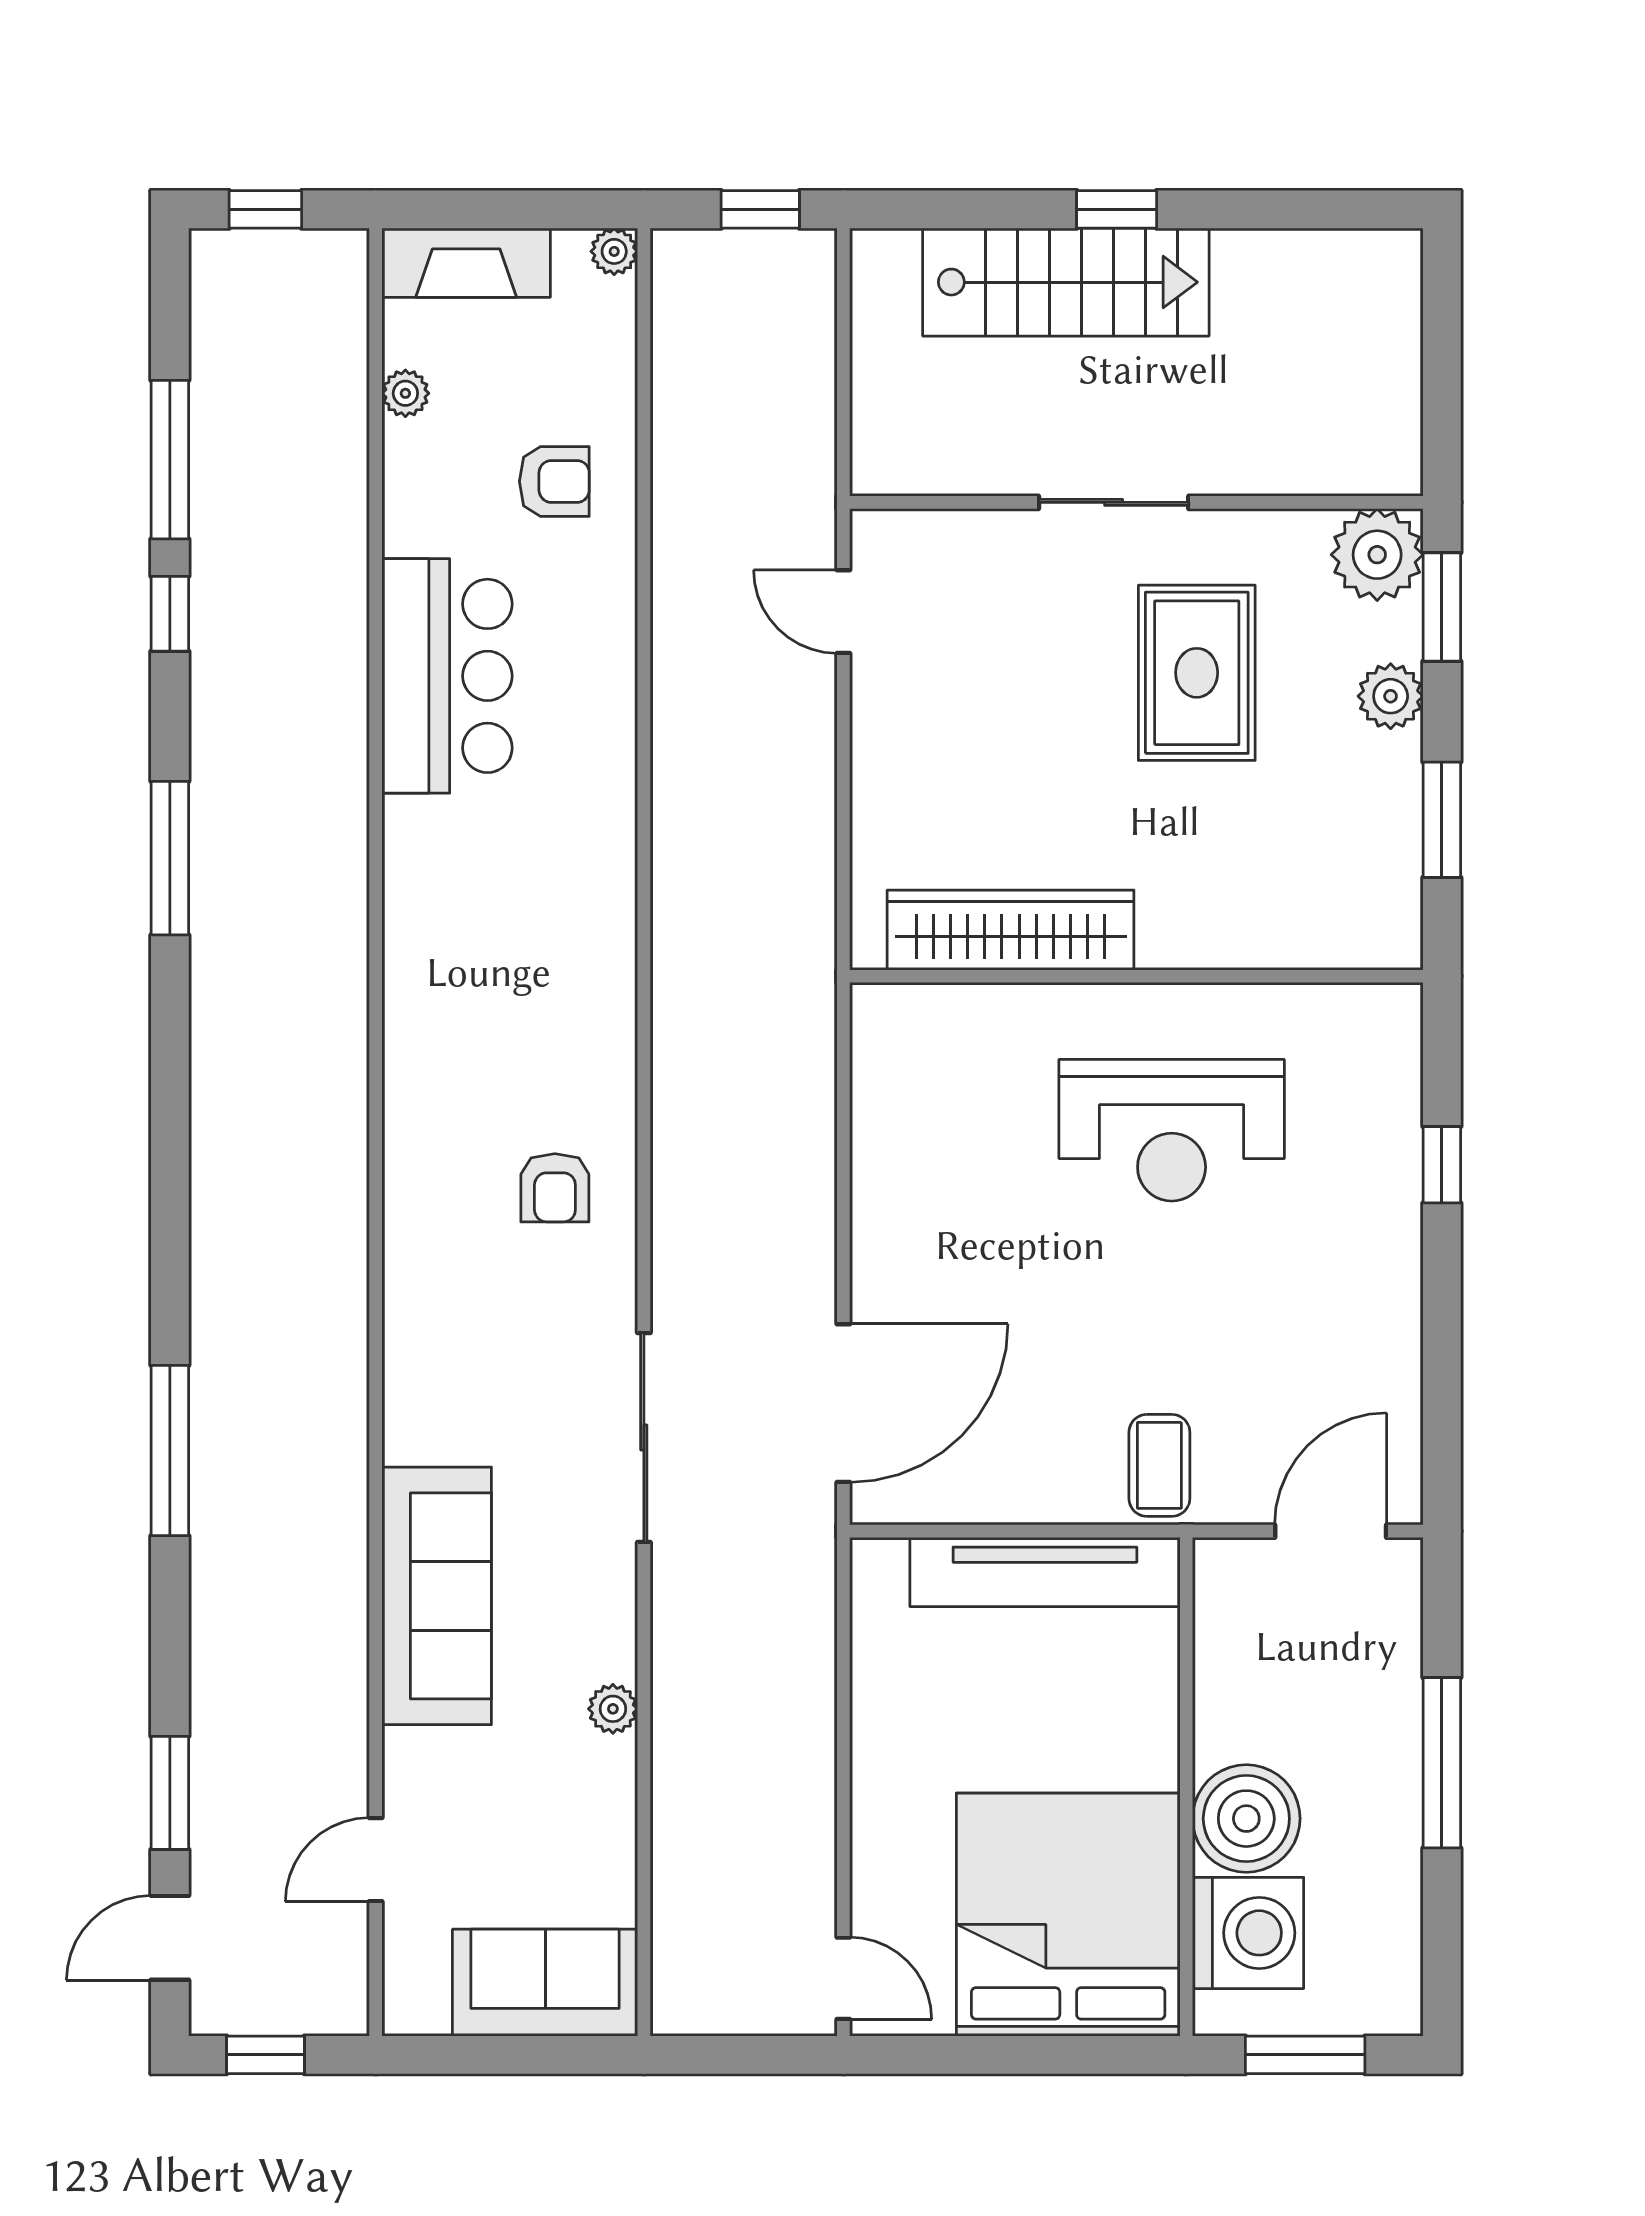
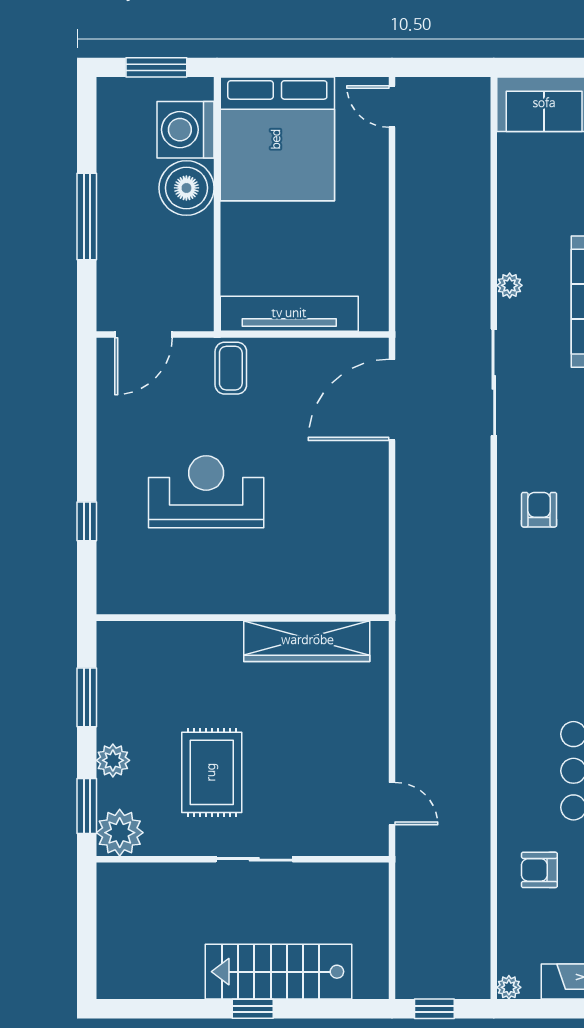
reception desk: (1172, 1130) -> (206, 492), moved
plant: (613, 1709) -> (510, 285), moved

